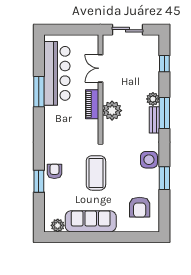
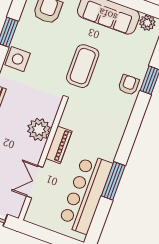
double door: (100, 68) -> (35, 182), swing flipped
armchair: (54, 171) -> (129, 85), turned 180

